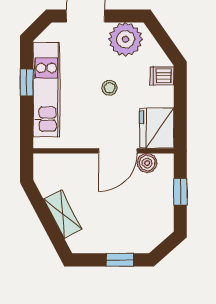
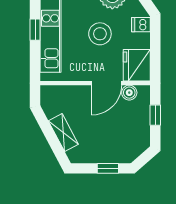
stool: (110, 88) -> (100, 34), width x1.89, depth x1.89

